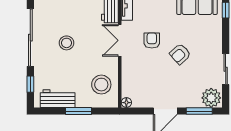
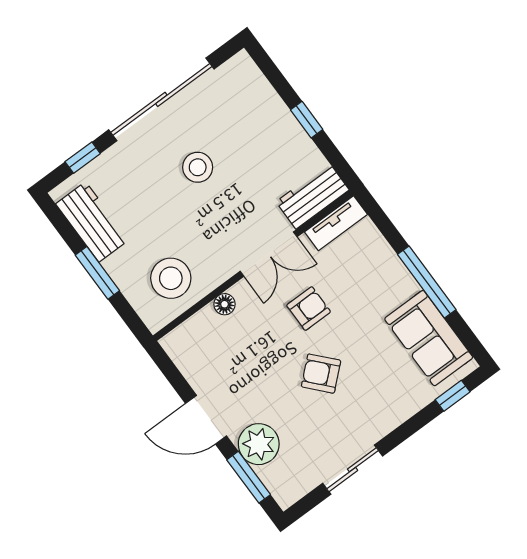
double door: (120, 40) -> (269, 254), swing flipped
plant: (211, 98) -> (259, 444), moved
floor lamp: (126, 103) -> (225, 304), moved

